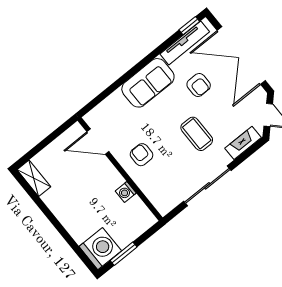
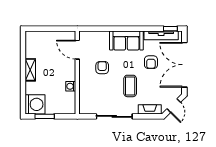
armchair: (141, 155) -> (102, 68), moved
shelving: (34, 178) -> (30, 70), moved

